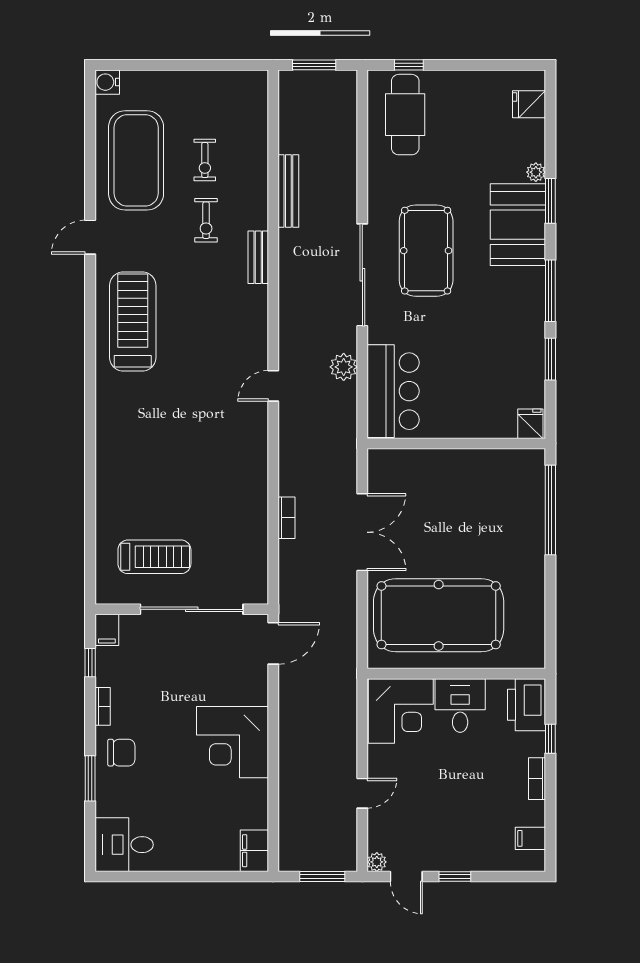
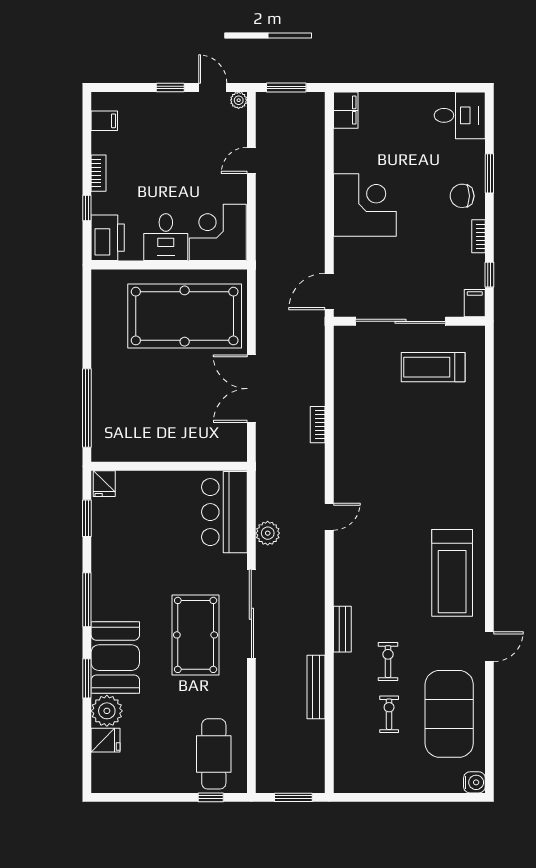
fridge: (529, 104) -> (105, 740), moved
plant: (536, 172) -> (107, 711), width x1.88, depth x1.88
window: (550, 359) -> (87, 518), moved
bookcase: (286, 518) -> (318, 425), moved

